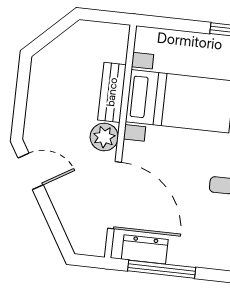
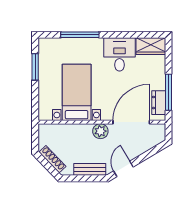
shoe rack: (63, 44) -> (52, 159), added
bench: (112, 92) -> (90, 169), moved

